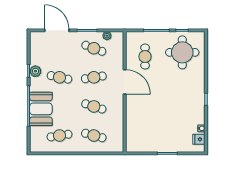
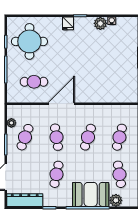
dresser: (36, 48) -> (25, 200), added
plant: (35, 71) -> (116, 200), moved
plant: (199, 118) -> (100, 23), added
fridge: (199, 139) -> (68, 23), moved

